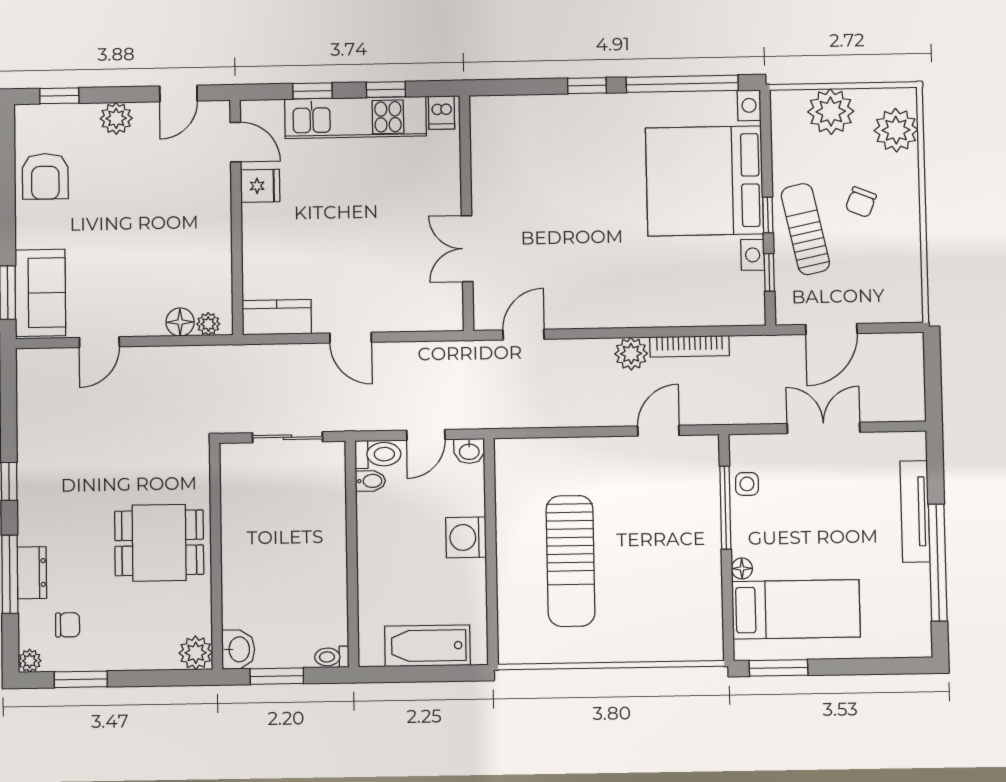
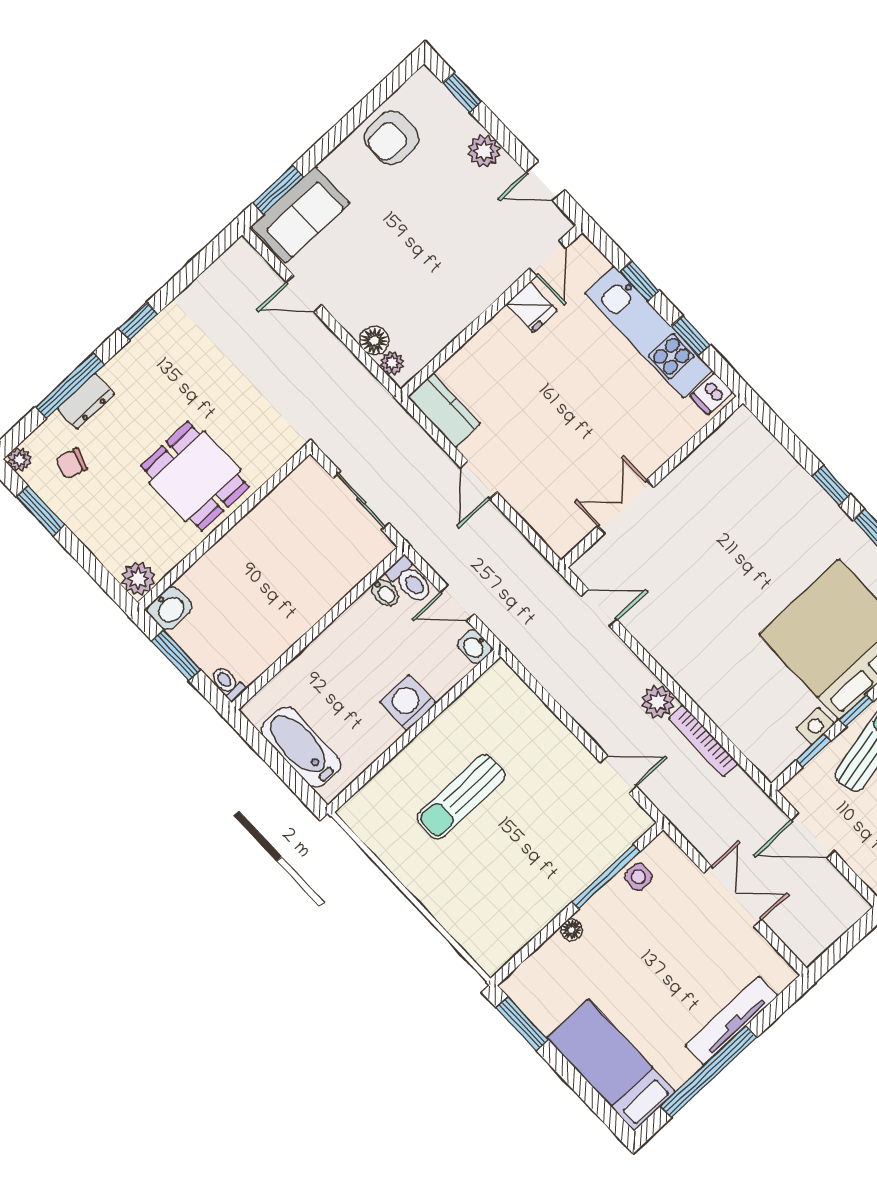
sun lounger: (571, 561) -> (461, 797), width x0.73, depth x0.75
bed: (796, 609) -> (611, 1065), moved, turned 180
chair: (68, 625) -> (72, 464), turned 107

